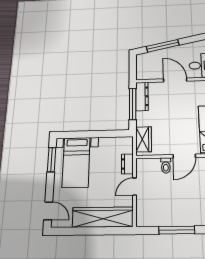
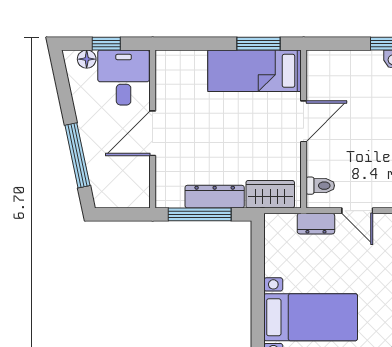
dresser: (142, 96) -> (215, 197), moved
door: (184, 156) -> (304, 121), hinge flipped
toilet: (166, 165) -> (320, 186), moved

